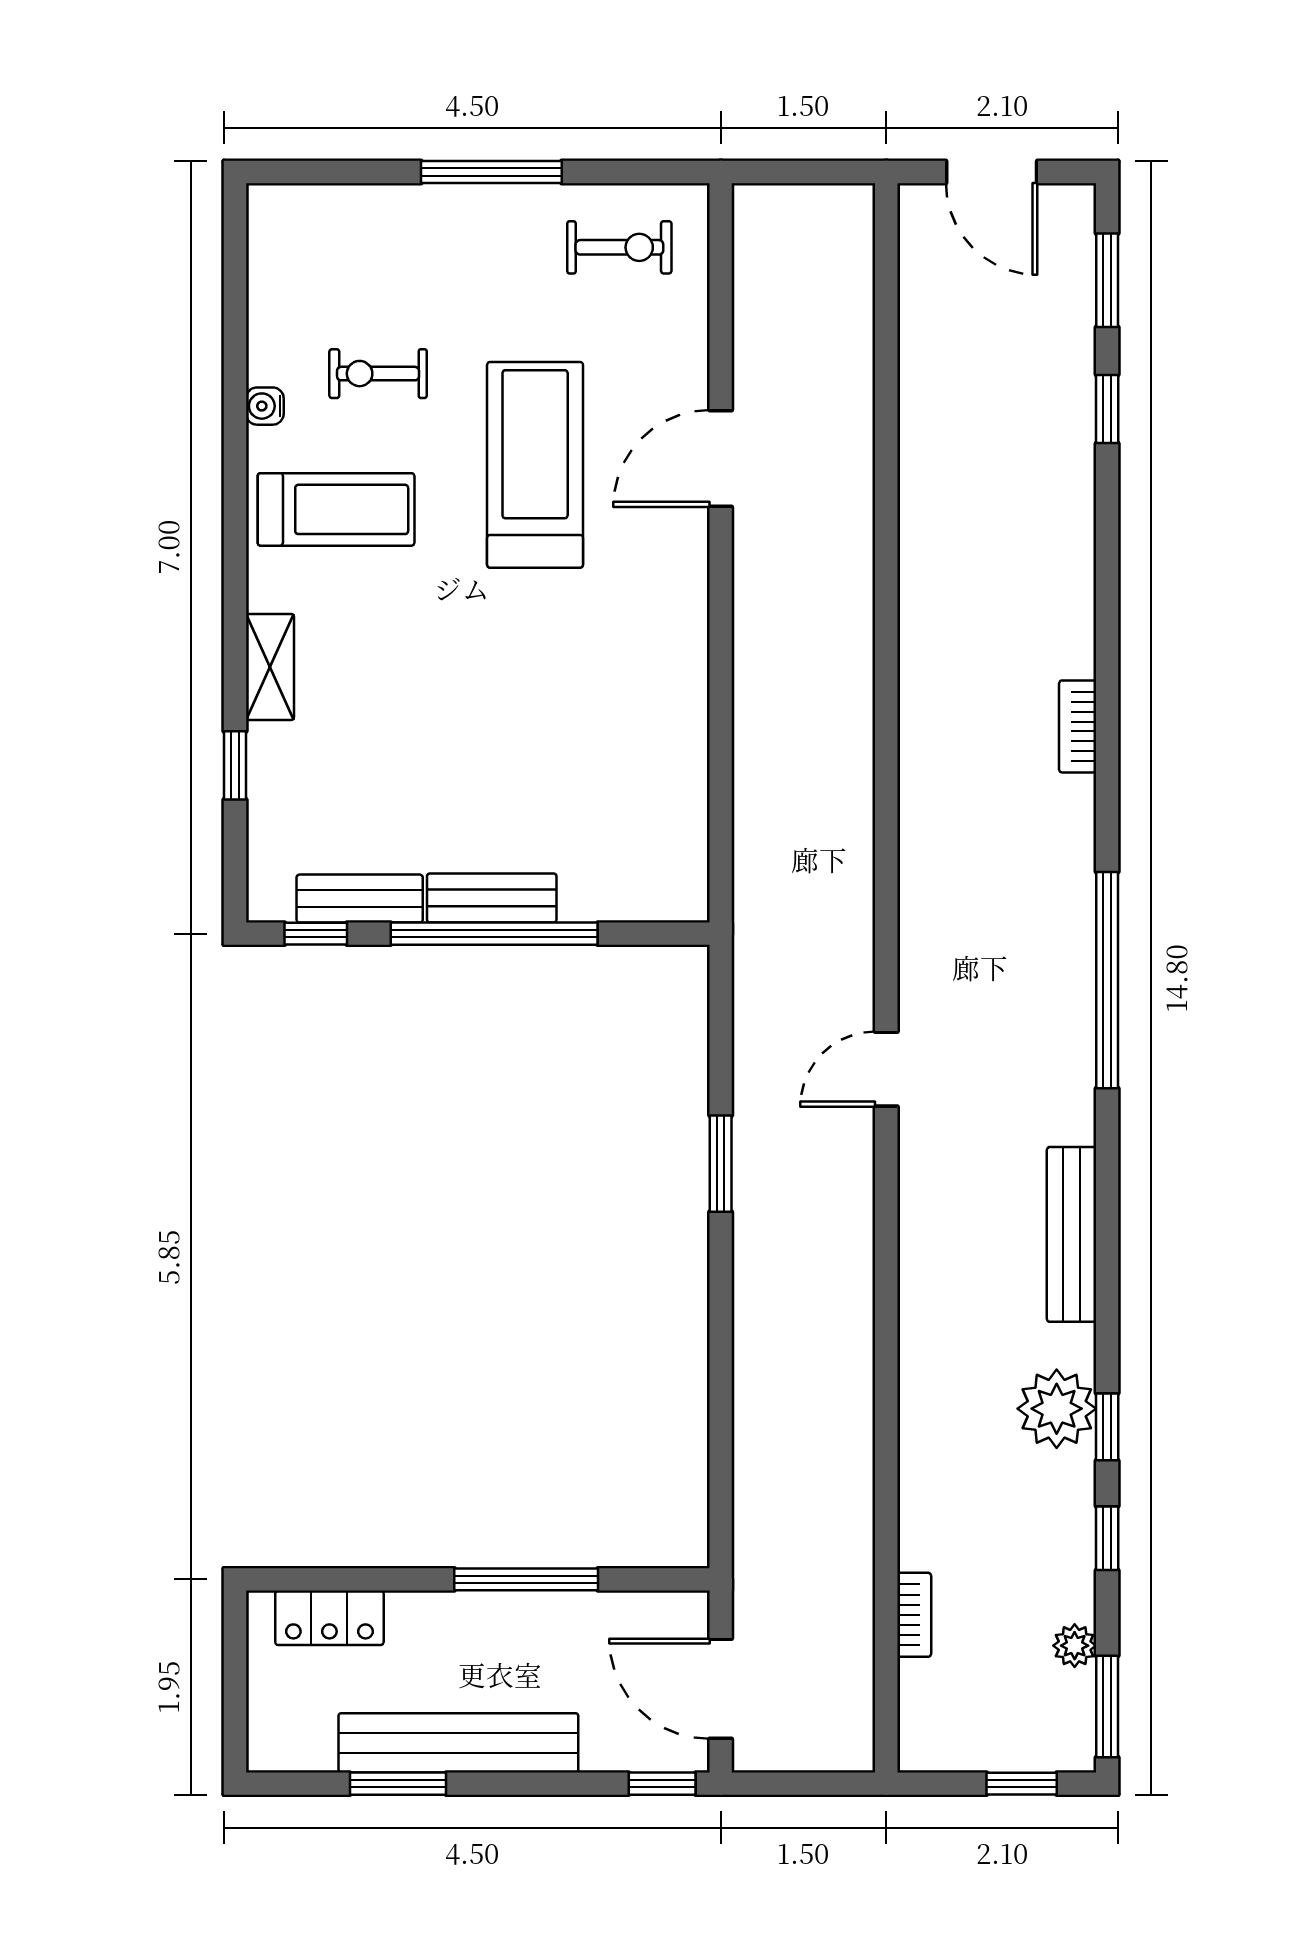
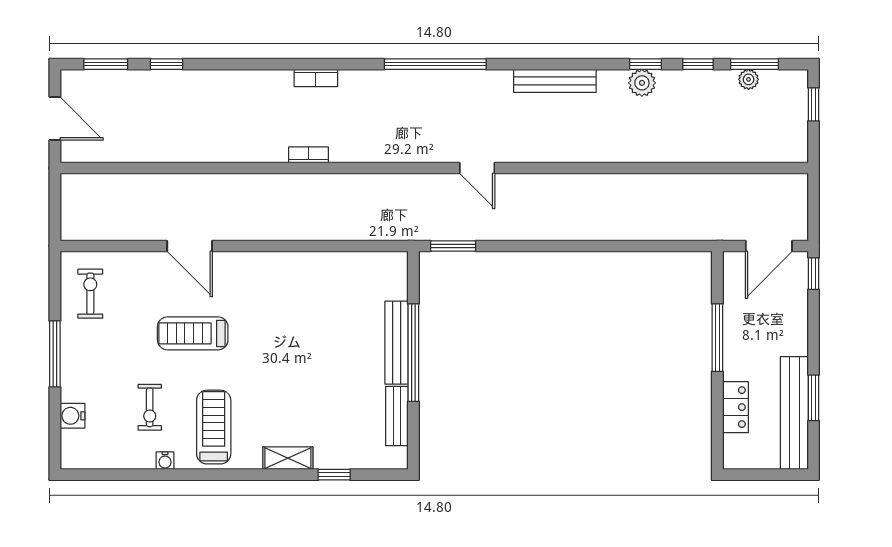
door: (992, 172) -> (55, 118), hinge flipped
water cooler: (360, 209) -> (72, 416), added
treadmill: (535, 465) -> (193, 333), width x0.73, depth x0.73
bench: (492, 898) -> (397, 343), width x1.36
window: (316, 934) -> (413, 437), removed
window: (721, 1164) -> (453, 246), moved
plant: (1057, 1409) -> (642, 83), width x0.73, depth x0.73
bookcase: (914, 1615) -> (309, 155), moved
locker: (329, 1618) -> (735, 407), moved
window: (1107, 1706) -> (755, 64), moved
bench: (458, 1743) -> (794, 413), moved

